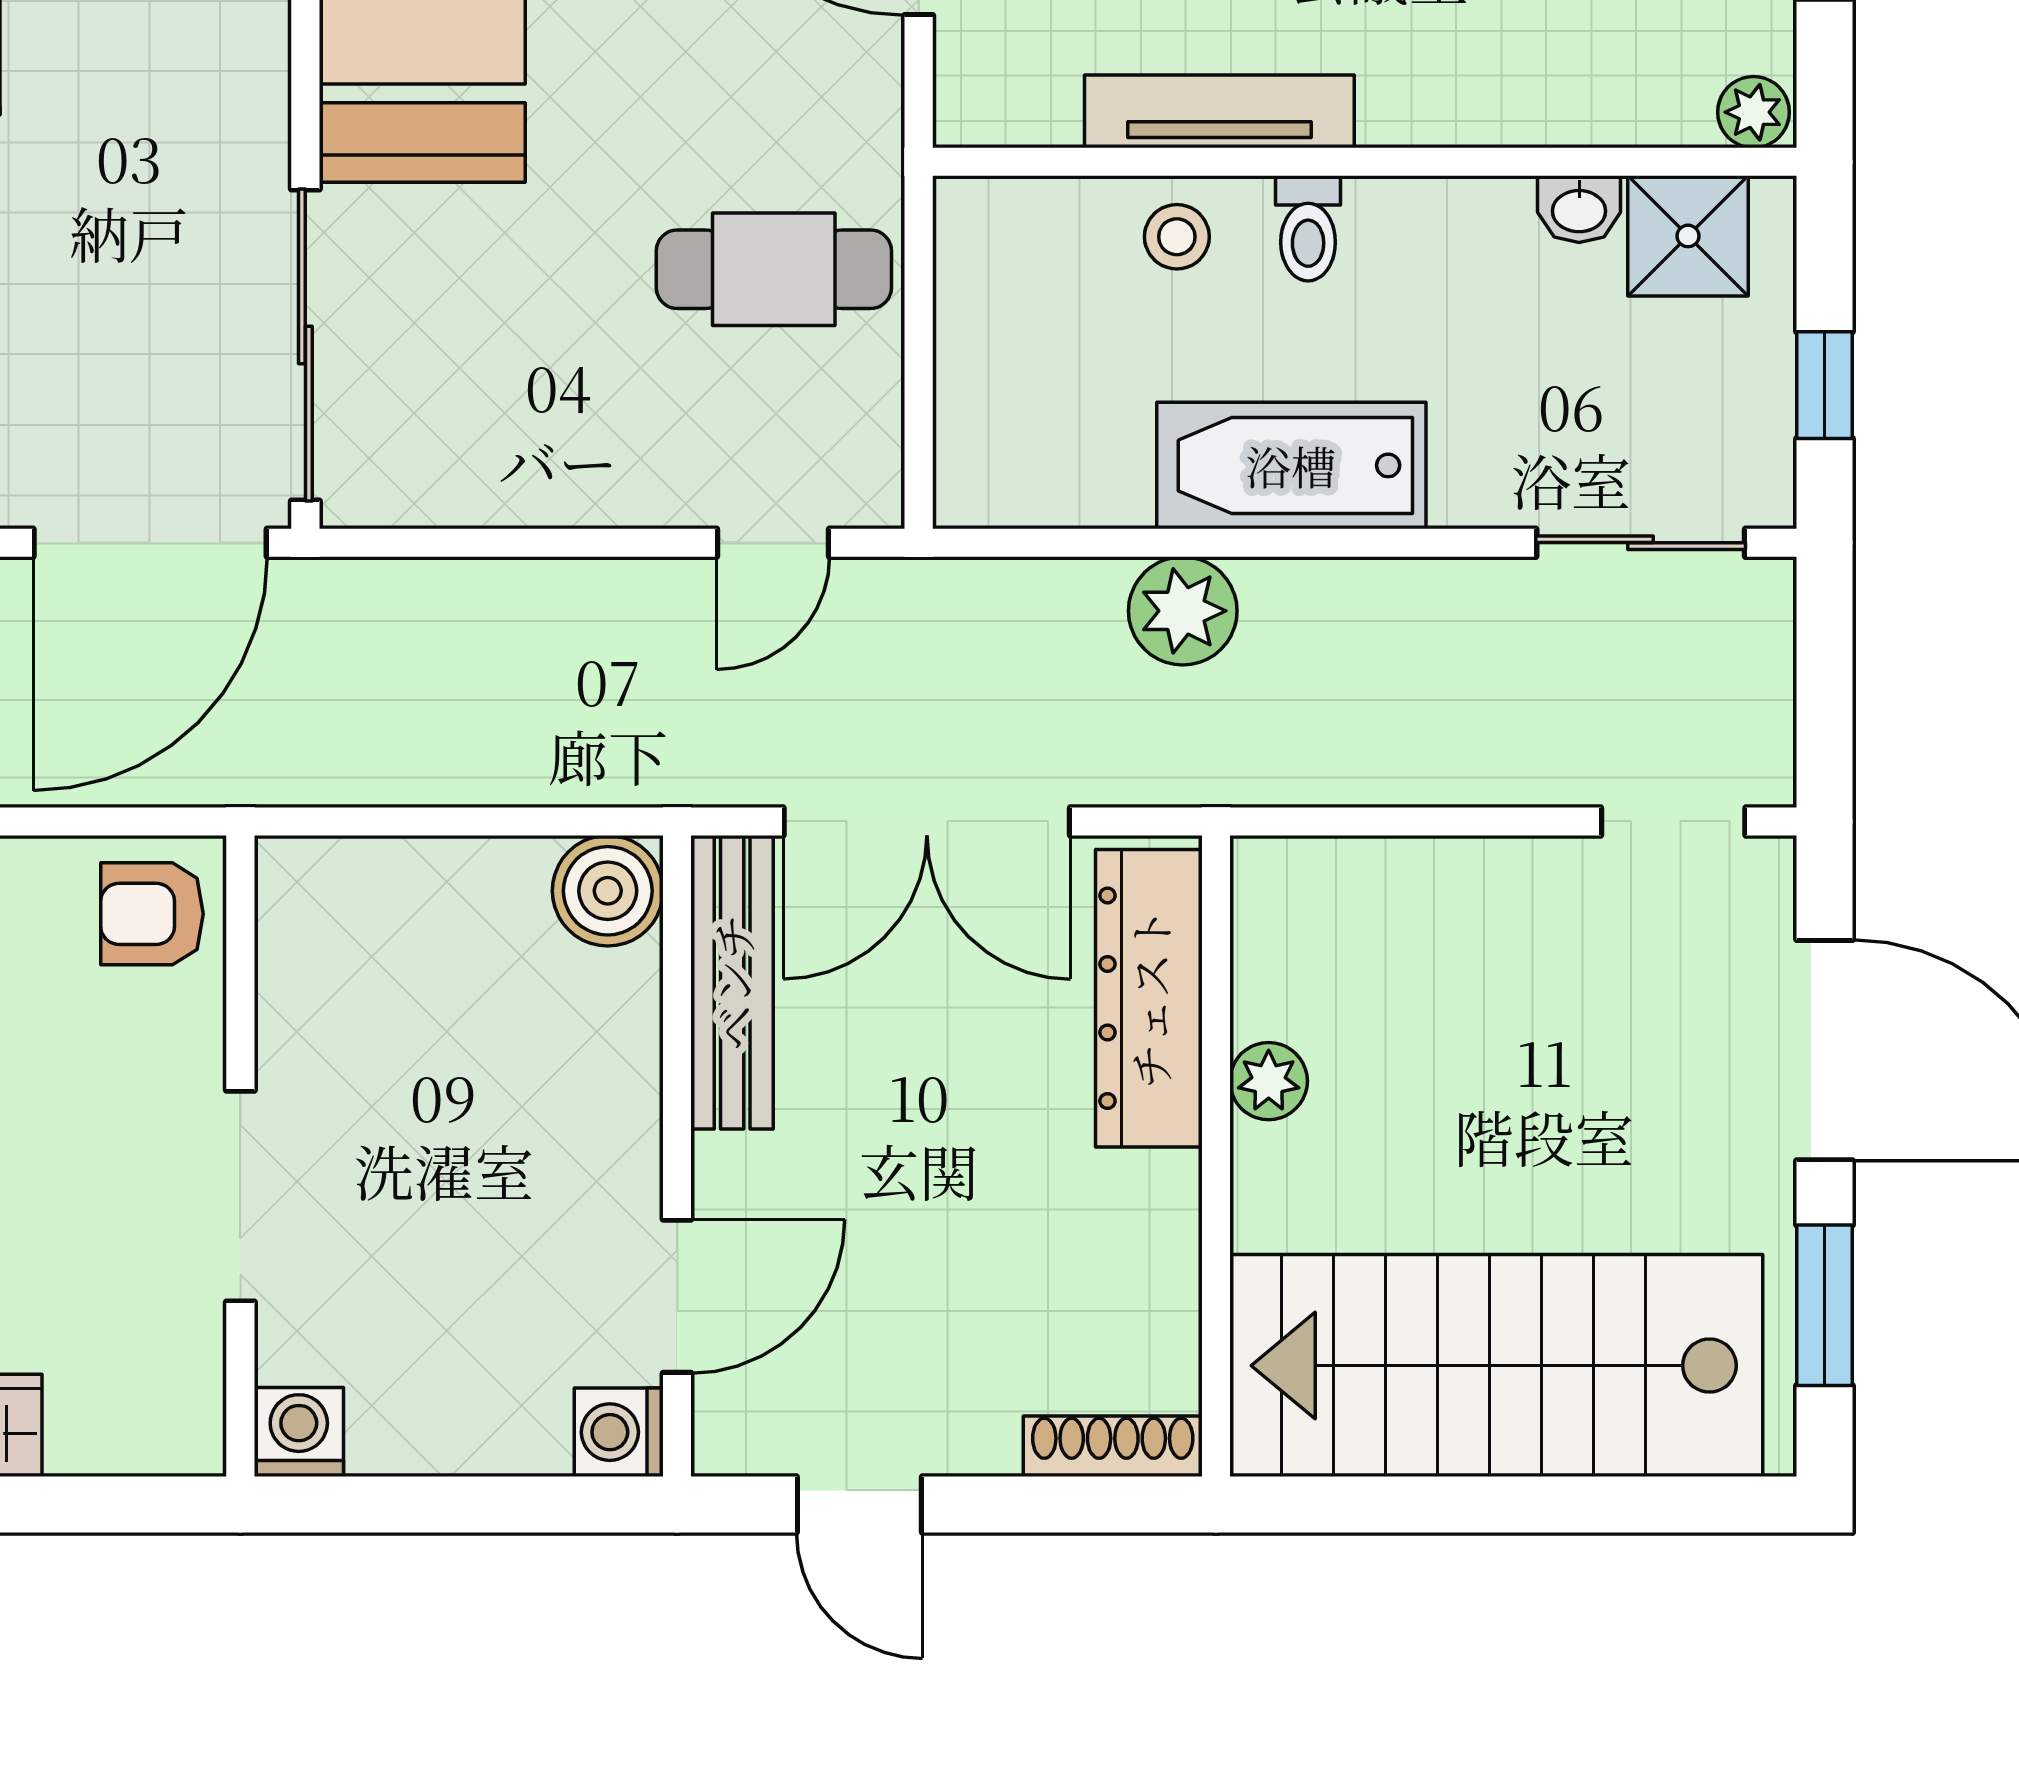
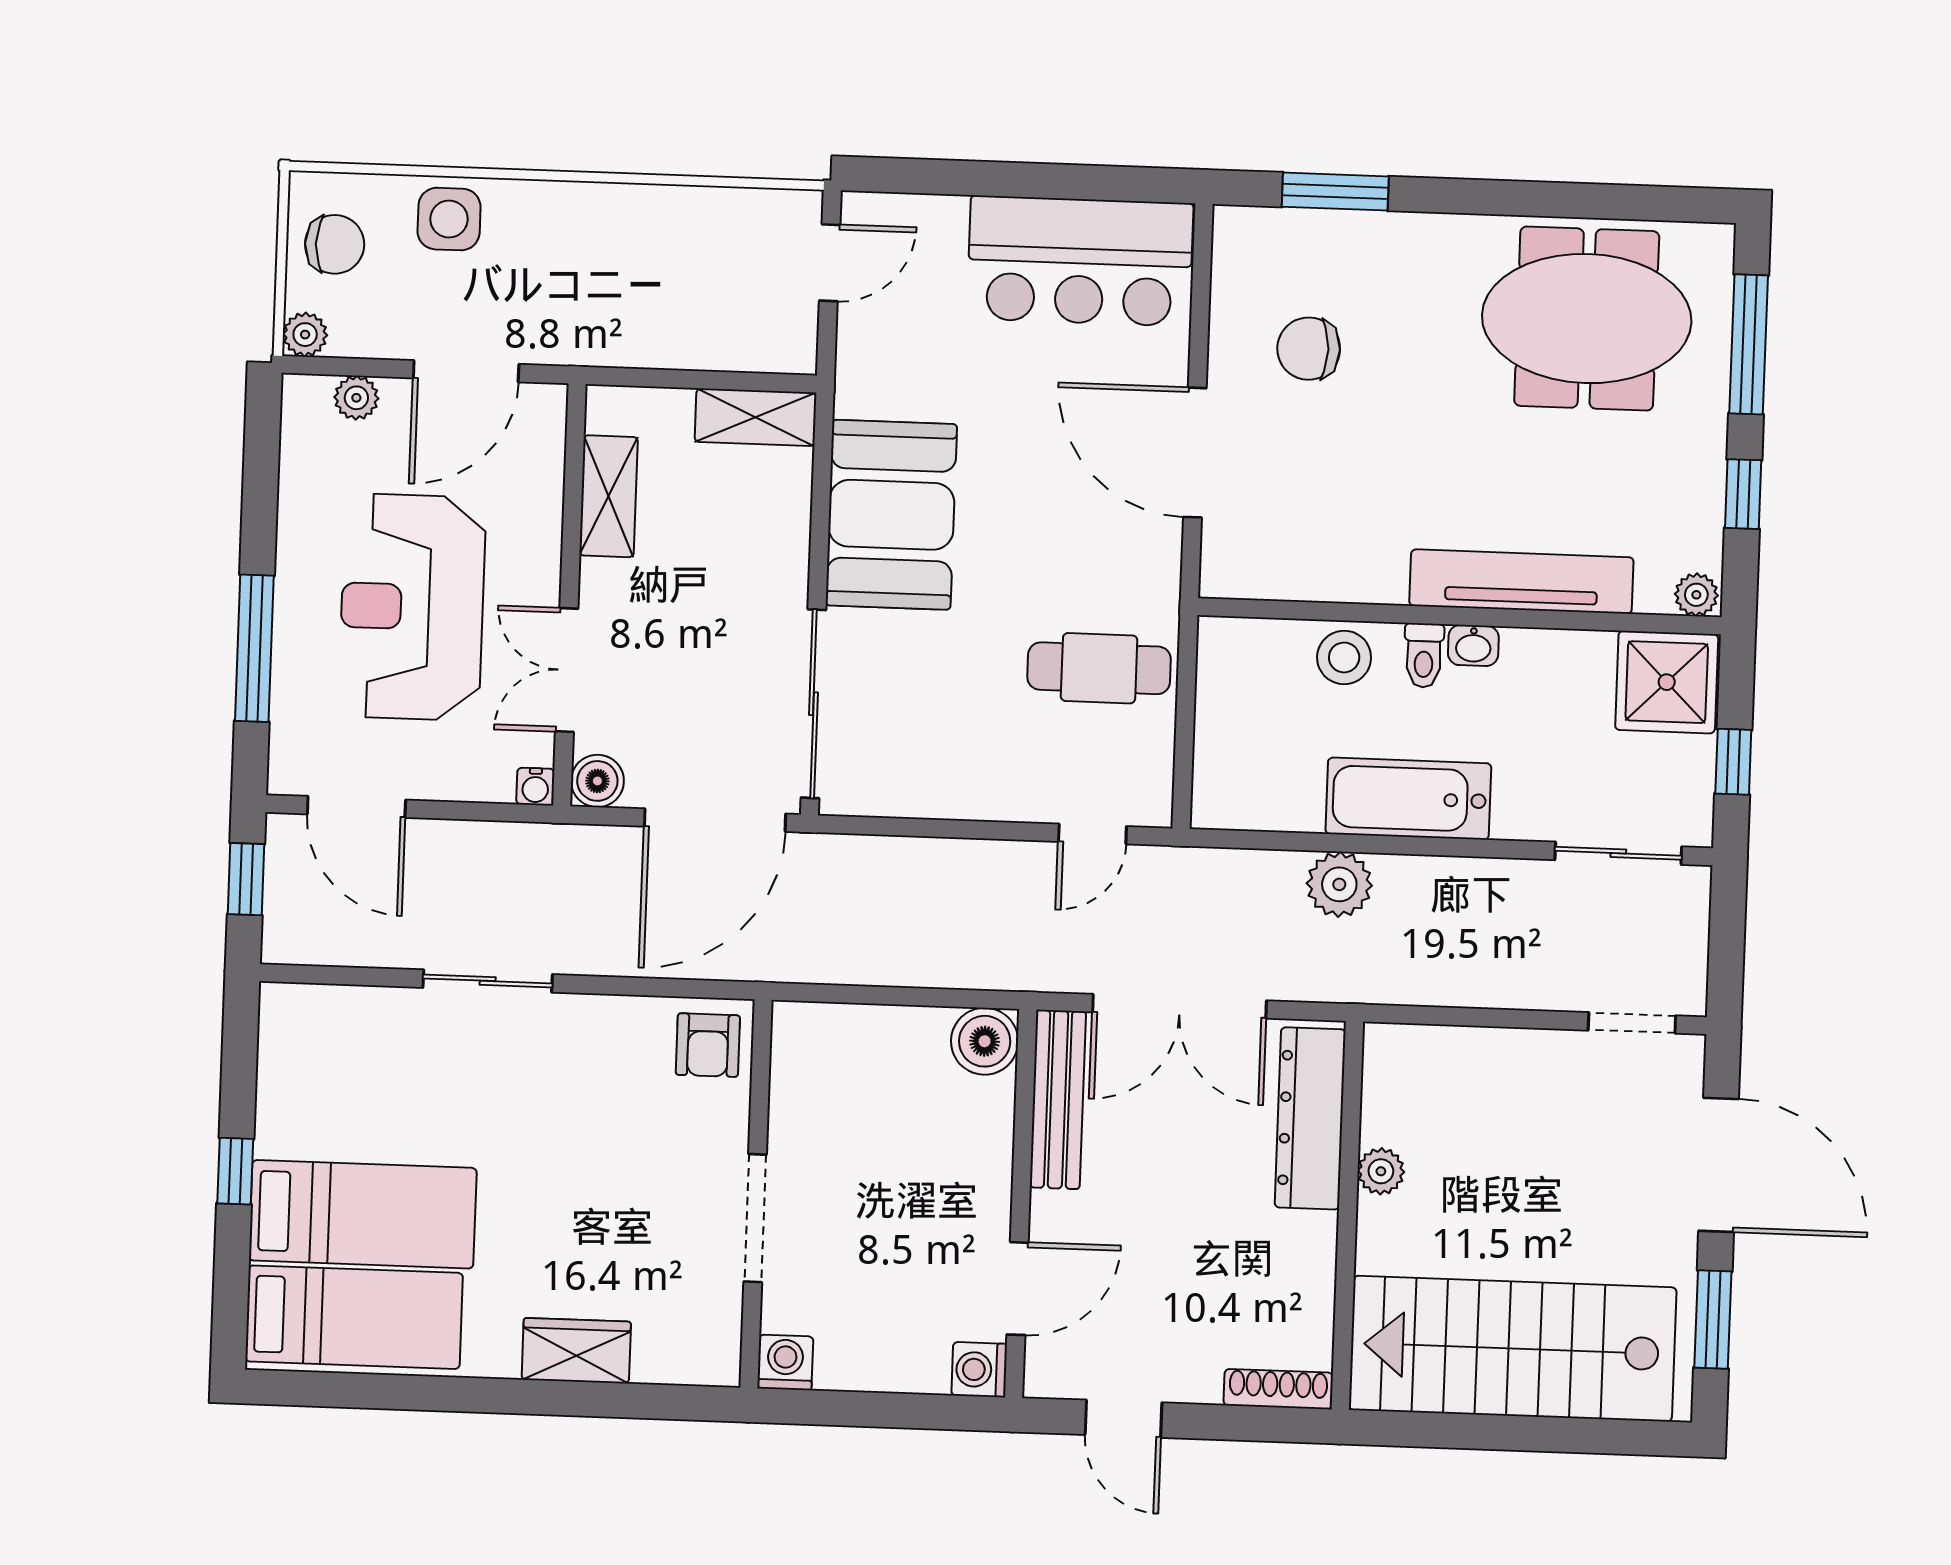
tv unit: (1219, 111) -> (1521, 582), moved, width x1.36, depth x1.29
washbasin: (1579, 209) -> (1473, 645), moved
shower: (1688, 236) -> (1667, 682), width x1.36, depth x1.36
stool: (1177, 237) -> (1344, 657), width x1.37, depth x1.37
armchair: (152, 914) -> (708, 1045), turned -90

